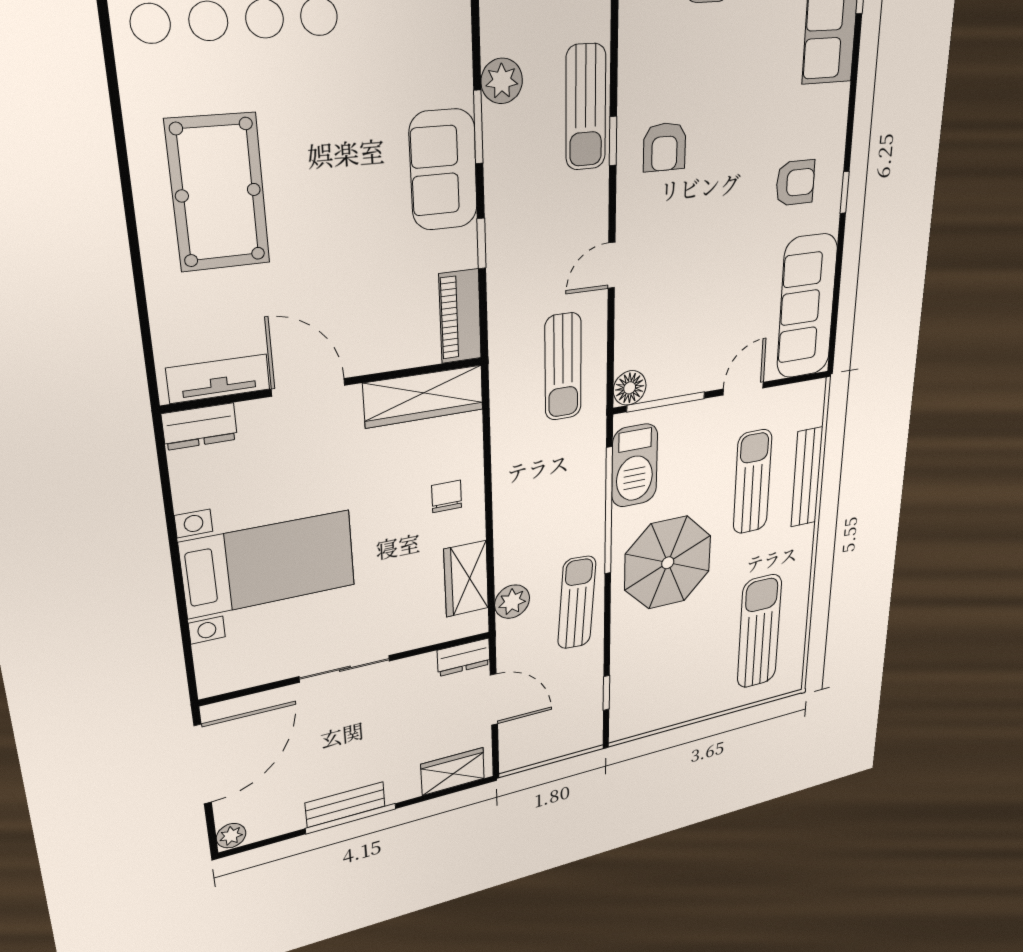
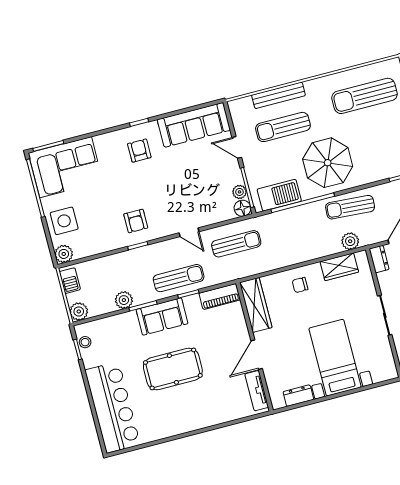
sun lounger: (586, 107) -> (179, 278), moved
armchair: (665, 147) -> (136, 221), turned 90
pool table: (218, 193) -> (173, 369), moved
plant: (662, 385) -> (239, 192), added
dresser: (200, 427) -> (298, 396), moved, turned -90

